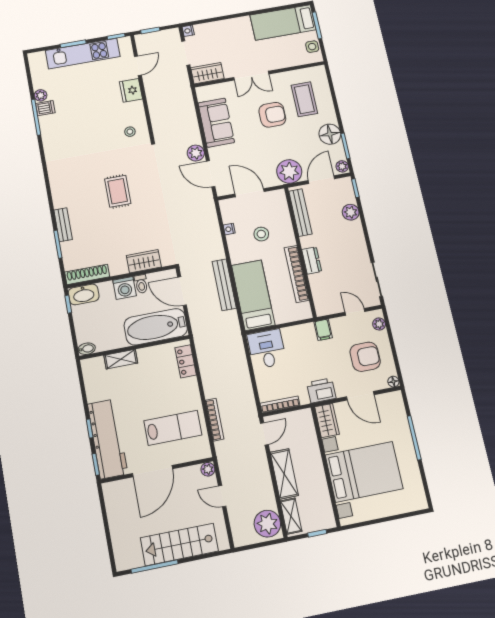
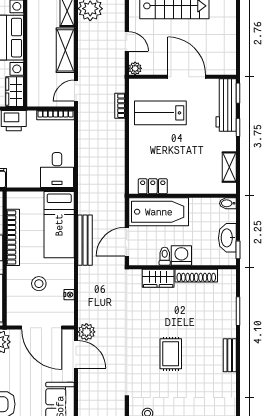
plant: (196, 153) -> (86, 332), moved
door: (250, 193) -> (42, 328), width x1.36
bench: (63, 225) -> (230, 355), moved
shoe rack: (87, 274) -> (196, 276), moved
door: (182, 291) -> (127, 242), swing flipped
washbasin: (84, 294) -> (227, 238), moved, turned -90
shelving: (121, 359) -> (229, 167), moved, turned 90
locker: (186, 361) -> (153, 186), moved, turned -90
bookcase: (215, 420) -> (120, 106), width x0.64
workbench: (108, 439) -> (226, 105), width x0.73, depth x0.76
door: (152, 471) -> (187, 77), hinge flipped

